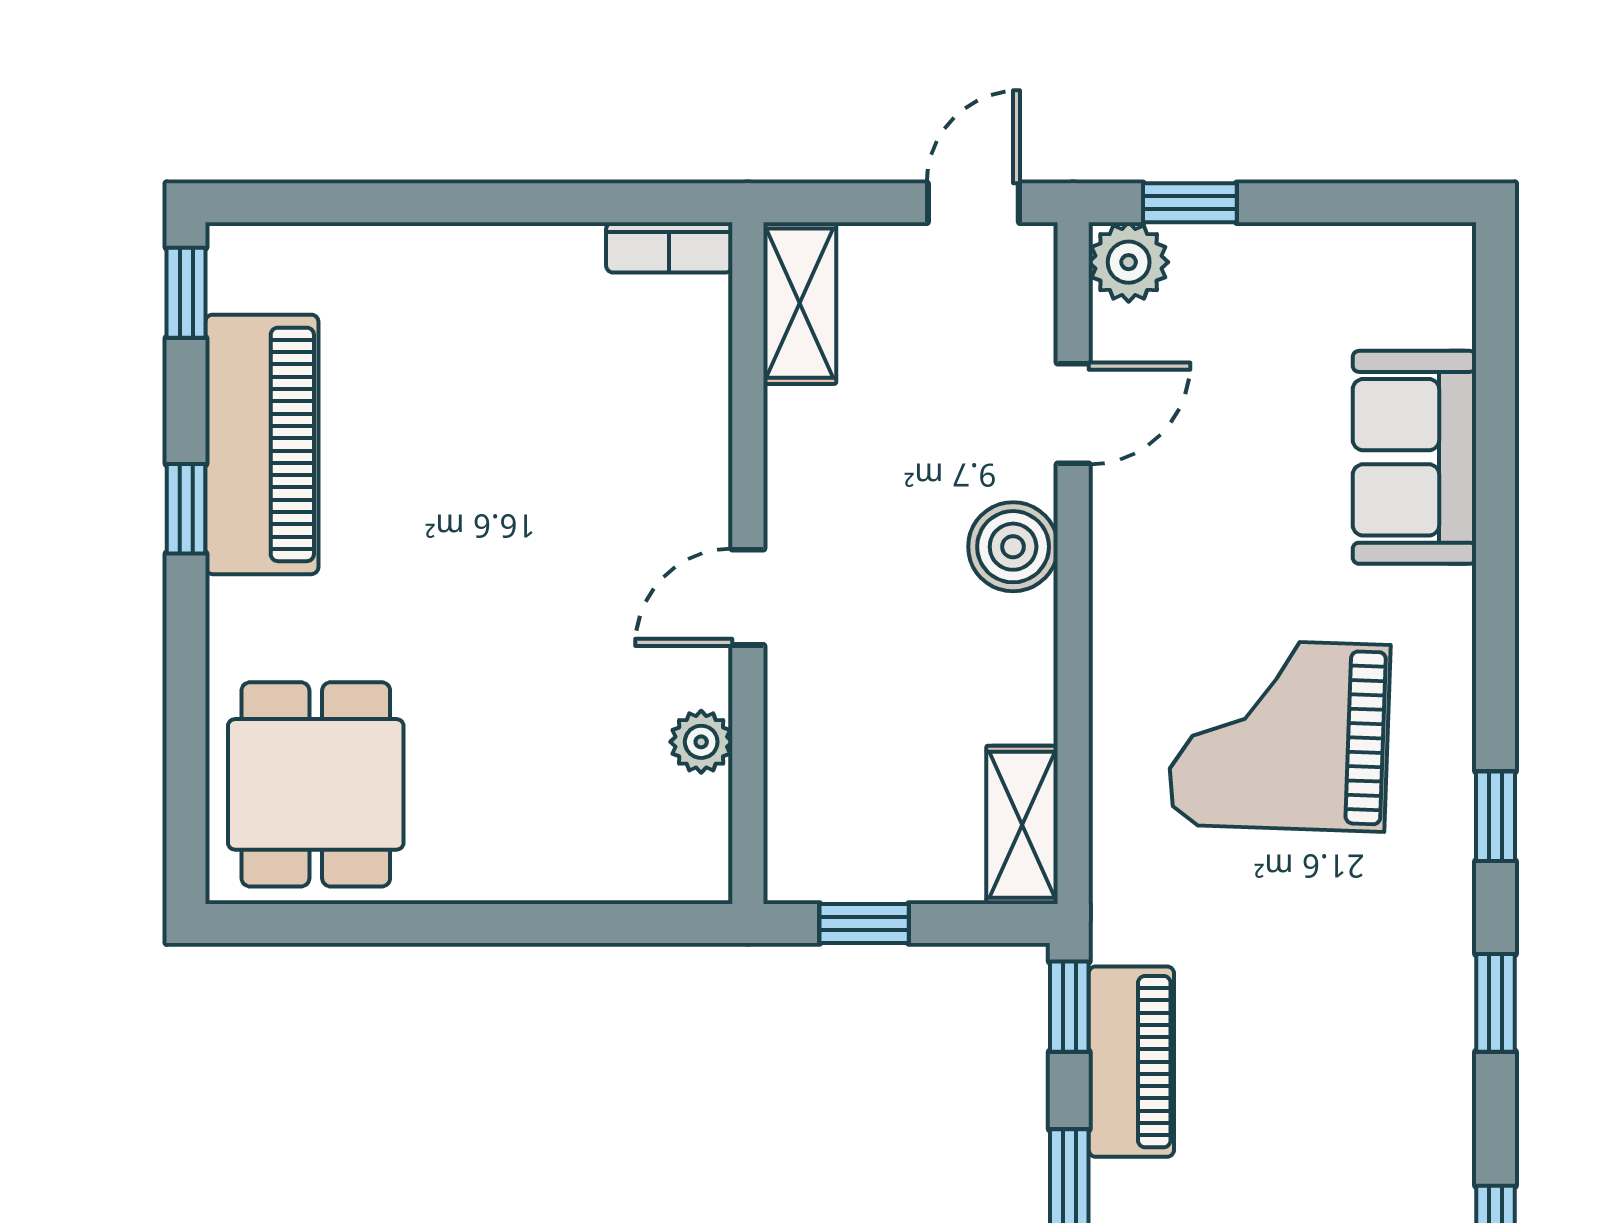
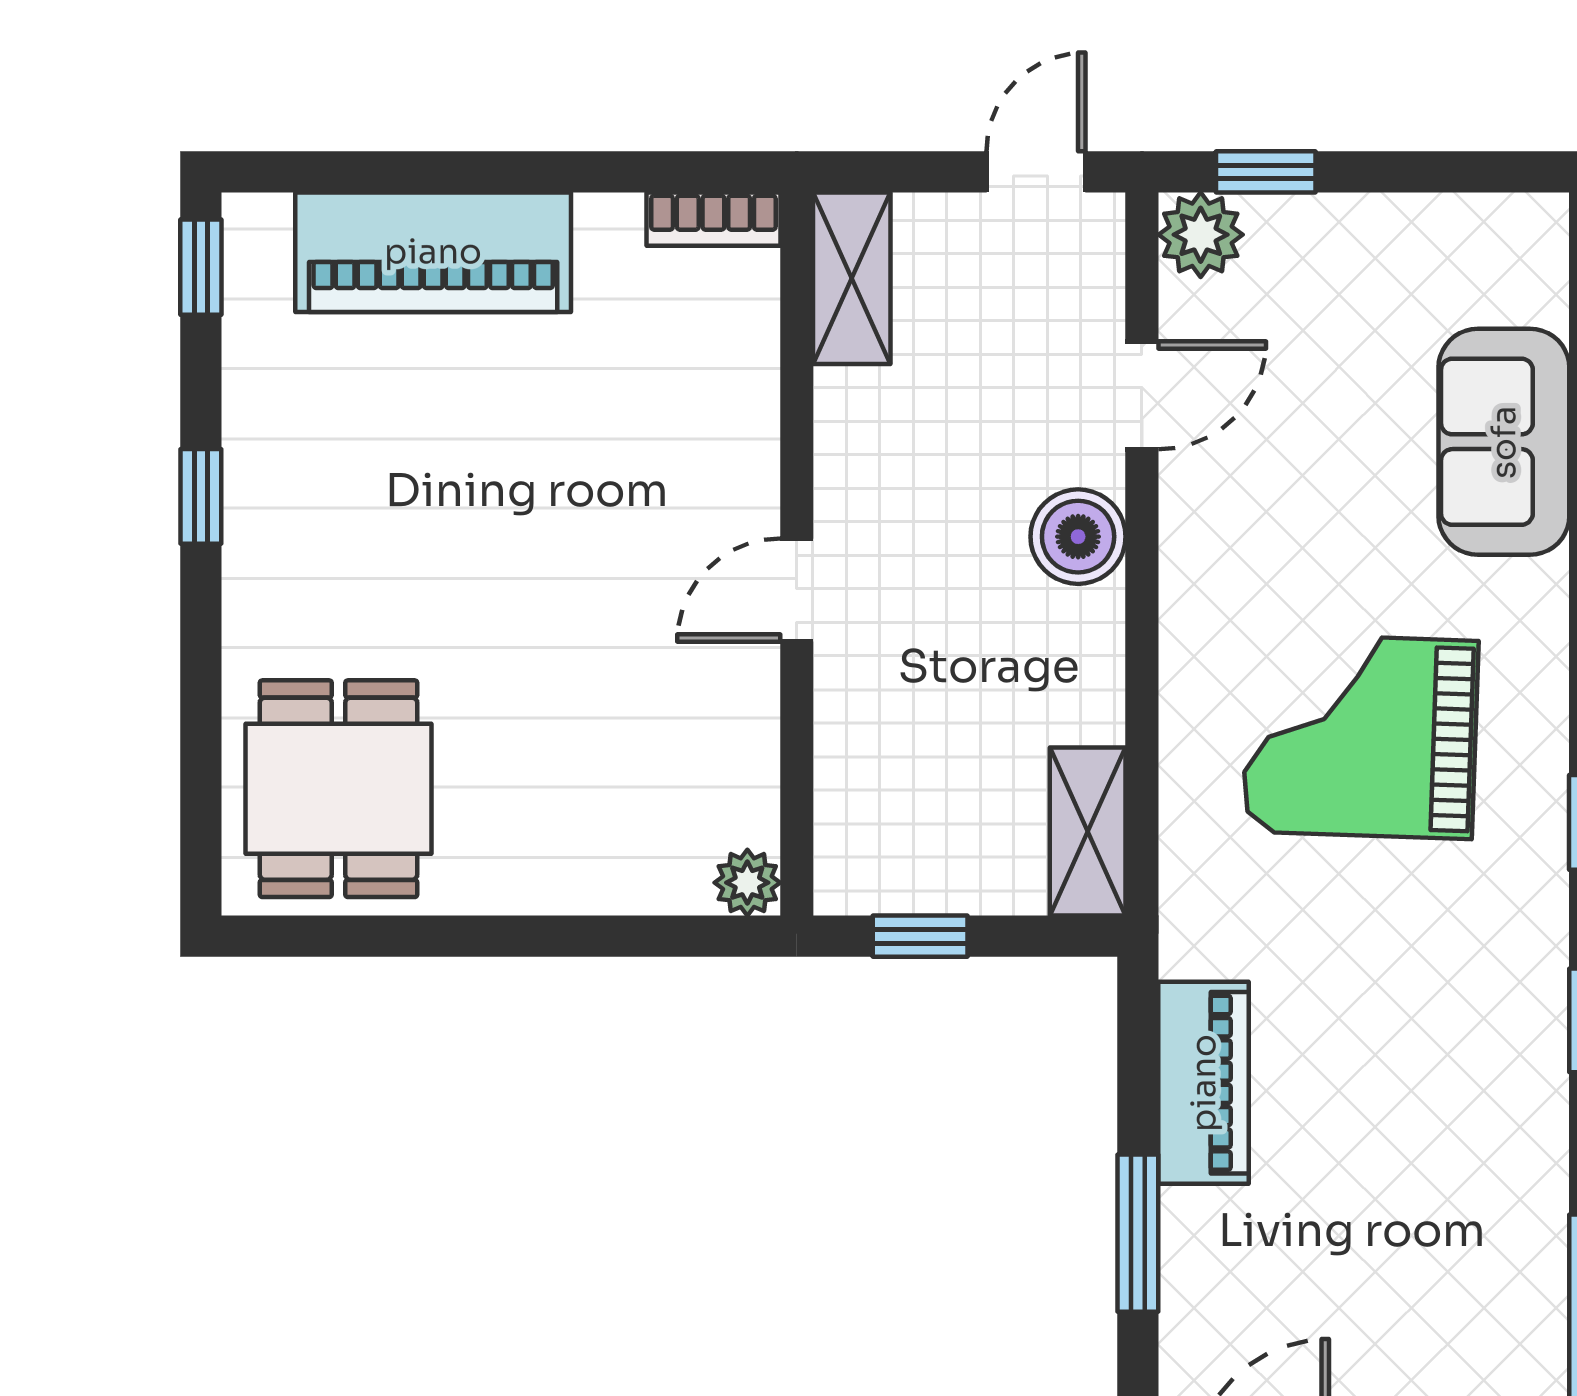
piano: (262, 444) -> (433, 252), moved, turned 90
plant: (701, 742) -> (747, 883), moved
window: (1069, 1007) -> (1138, 1024), removed

